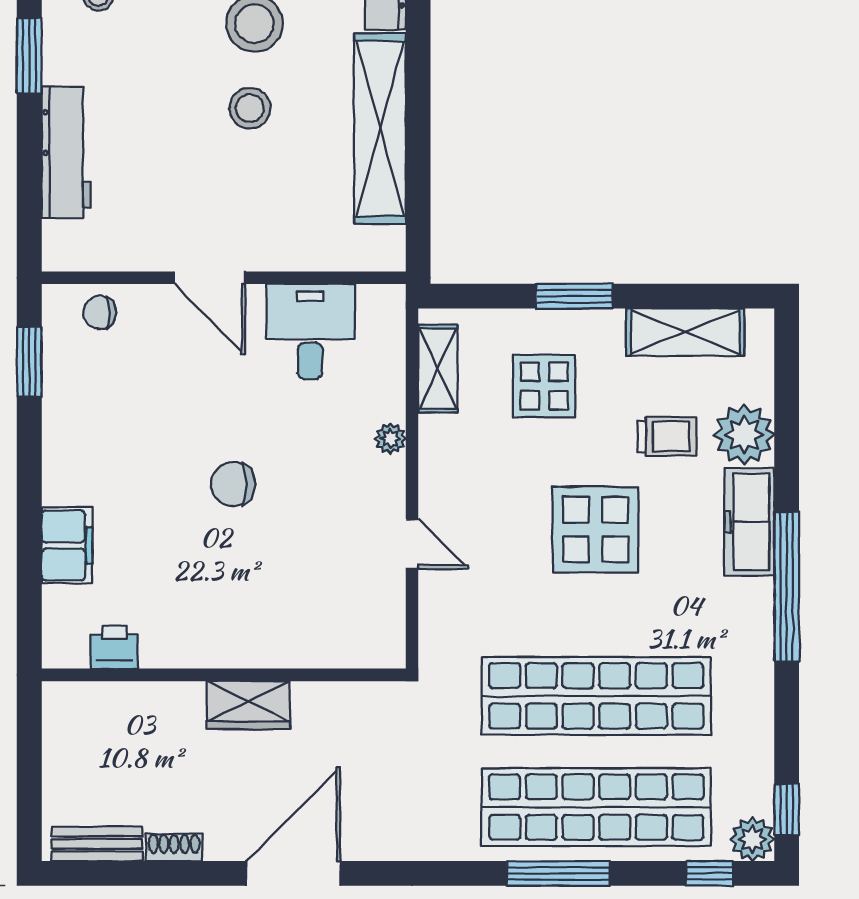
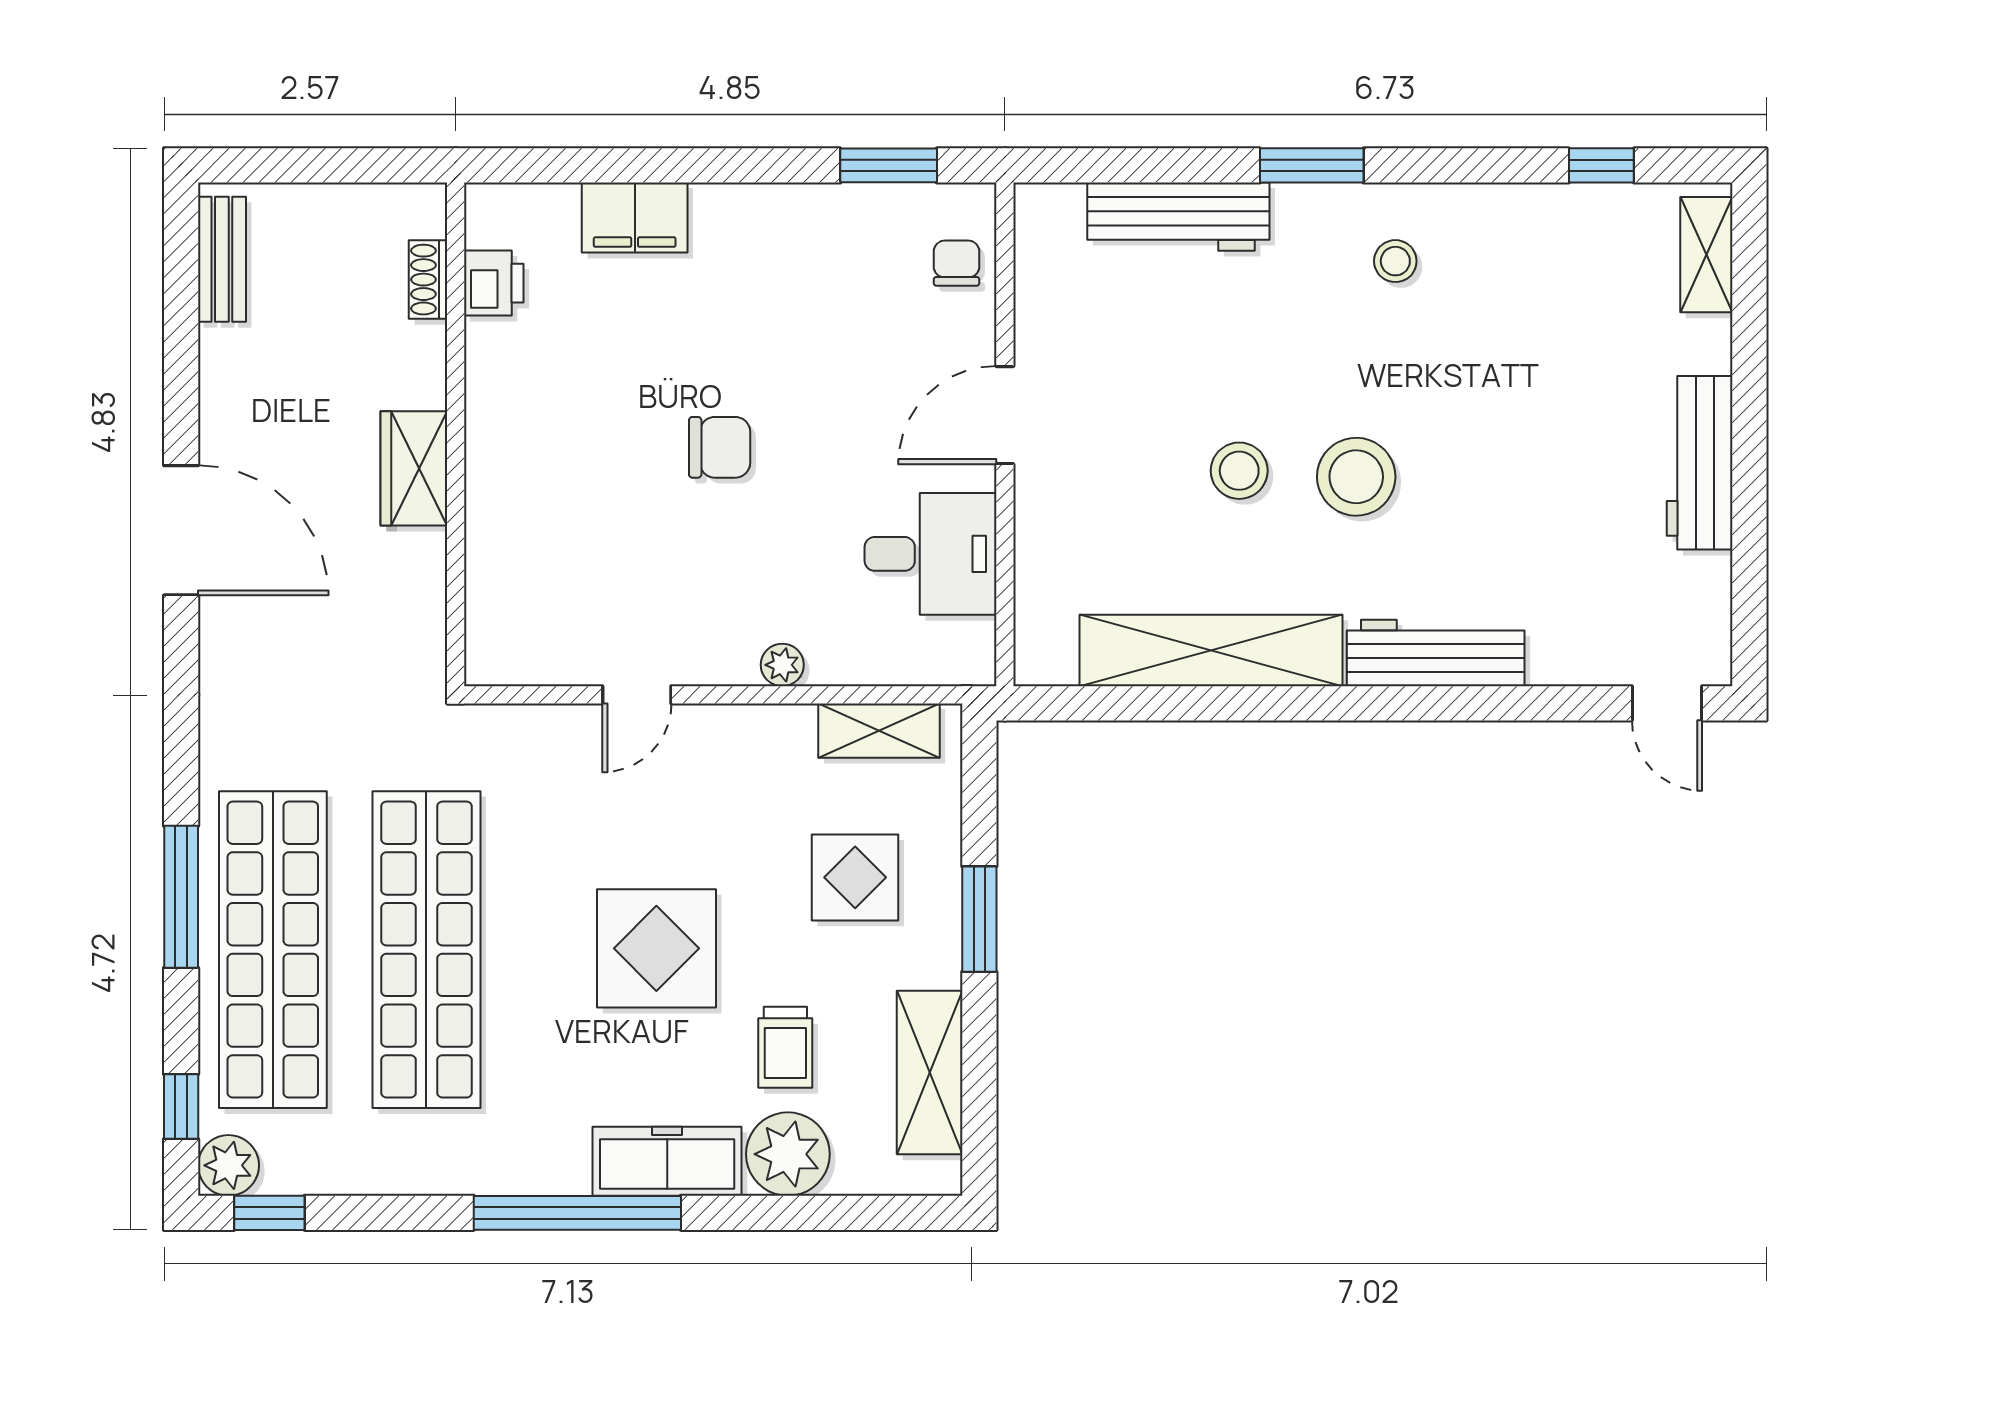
chair: (233, 484) -> (720, 447), turned 90
shoe rack: (174, 847) -> (428, 280), moved, turned 180

